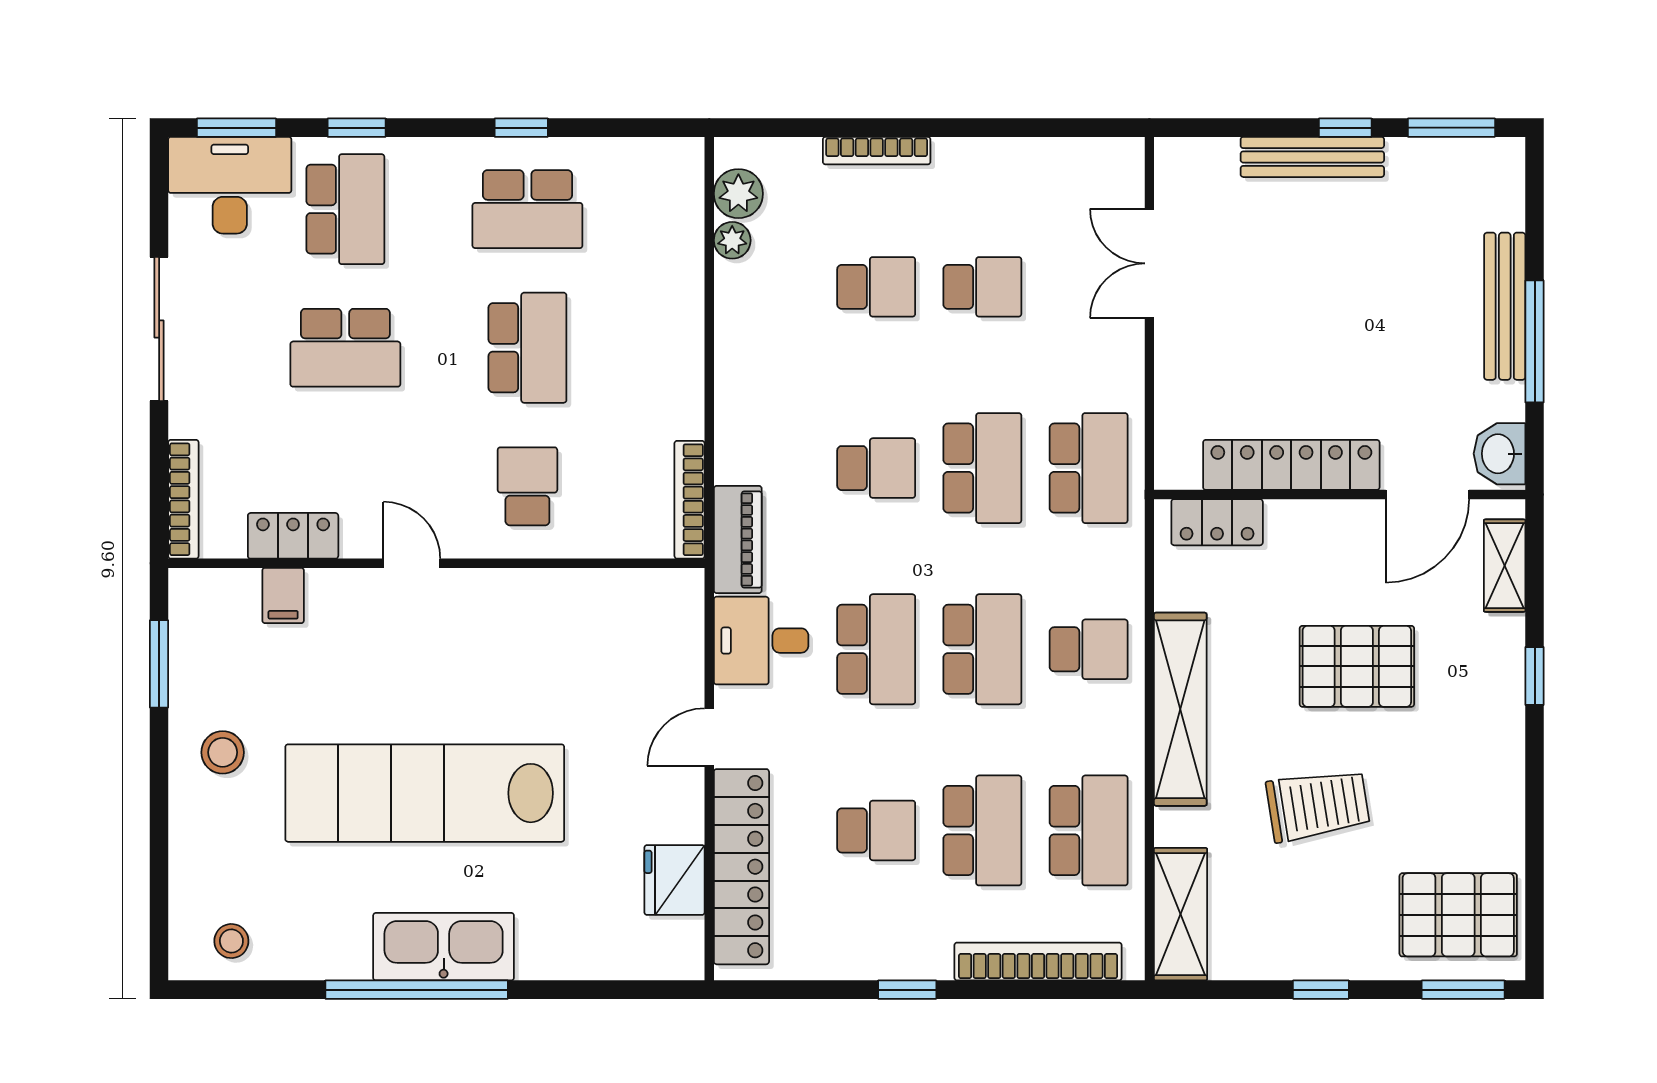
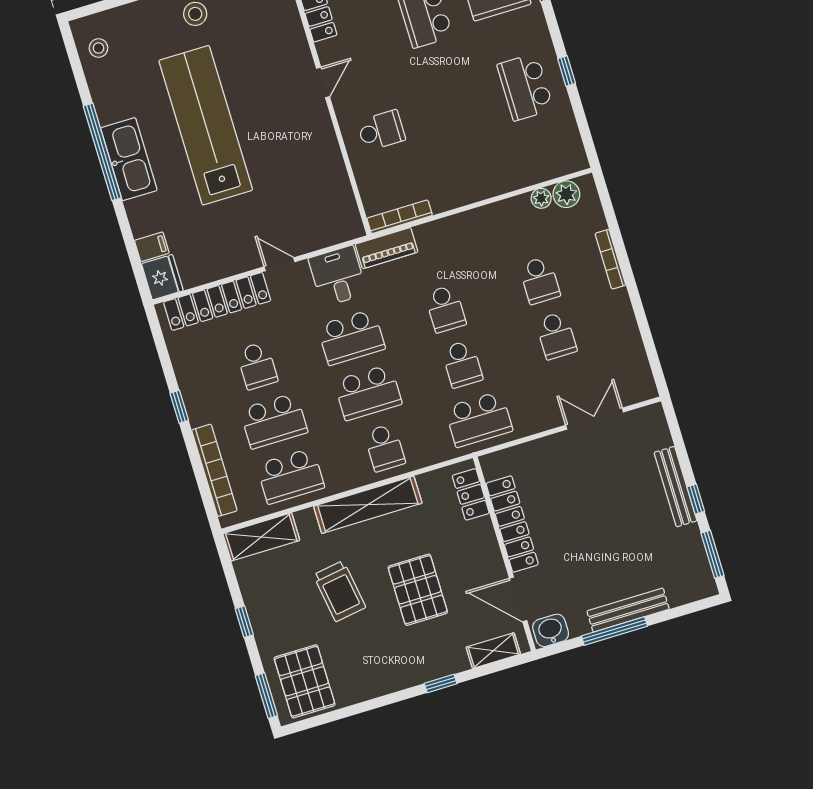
school desk: (527, 348) -> (453, 109), removed
school desk: (982, 468) -> (462, 364), width x0.54
filing cabinet: (283, 595) -> (152, 247), moved, turned 180
fridge: (675, 880) -> (162, 277), moved, turned 90

